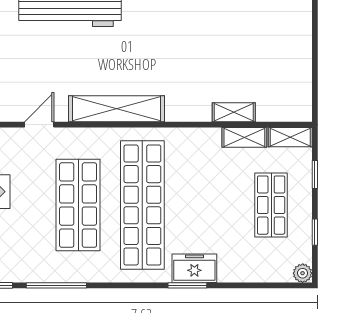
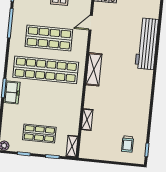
trolley: (274, 26) -> (128, 144), added
shelving: (117, 109) -> (94, 69), width x0.68
door: (39, 125) -> (91, 23), swing flipped
shelving: (244, 137) -> (74, 124), removed

